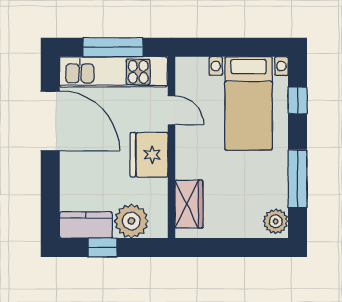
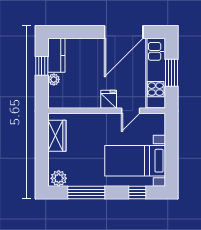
window: (113, 47) -> (172, 73), width x0.69
fridge: (149, 155) -> (109, 99), width x0.53, depth x0.75
wardrobe: (189, 204) -> (57, 136), moved, turned -90
plant: (131, 221) -> (54, 79), width x0.53, depth x0.53

